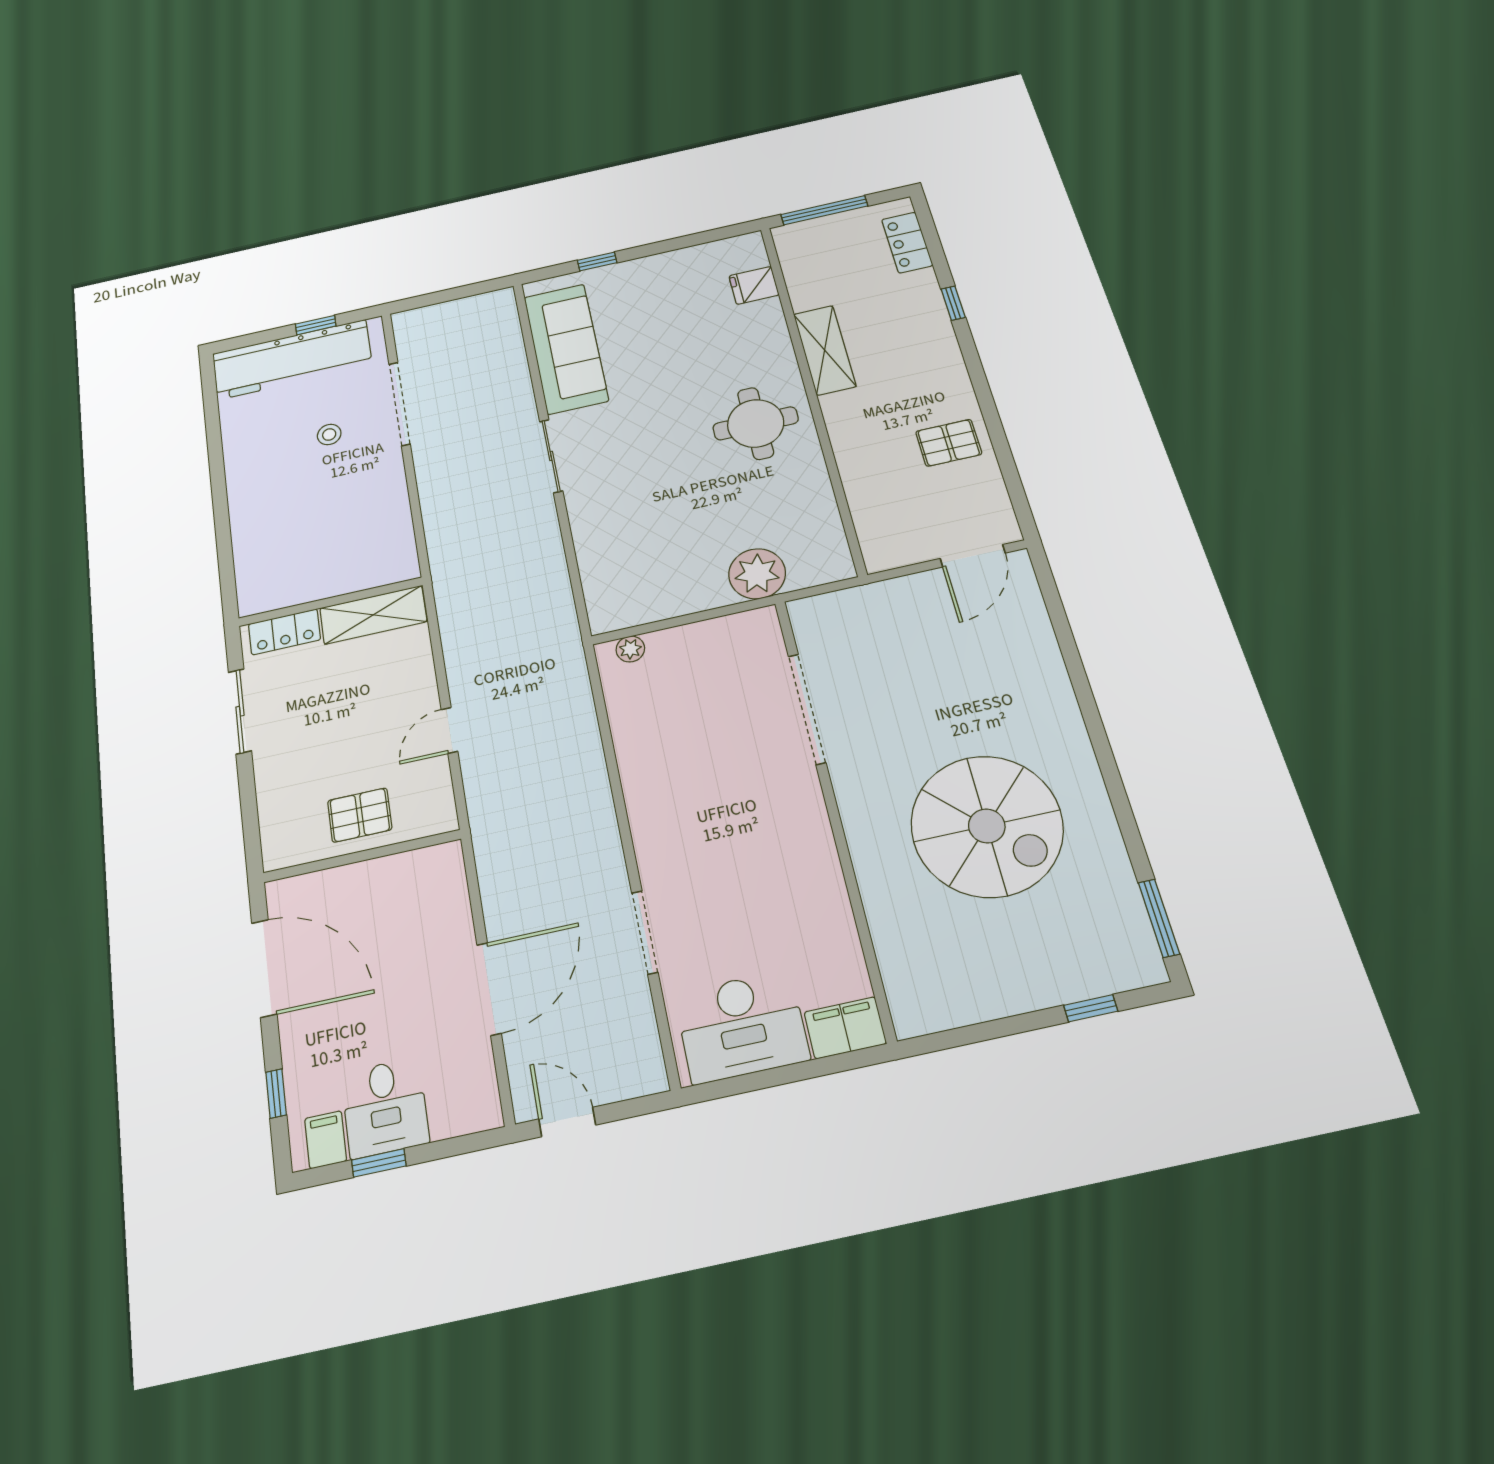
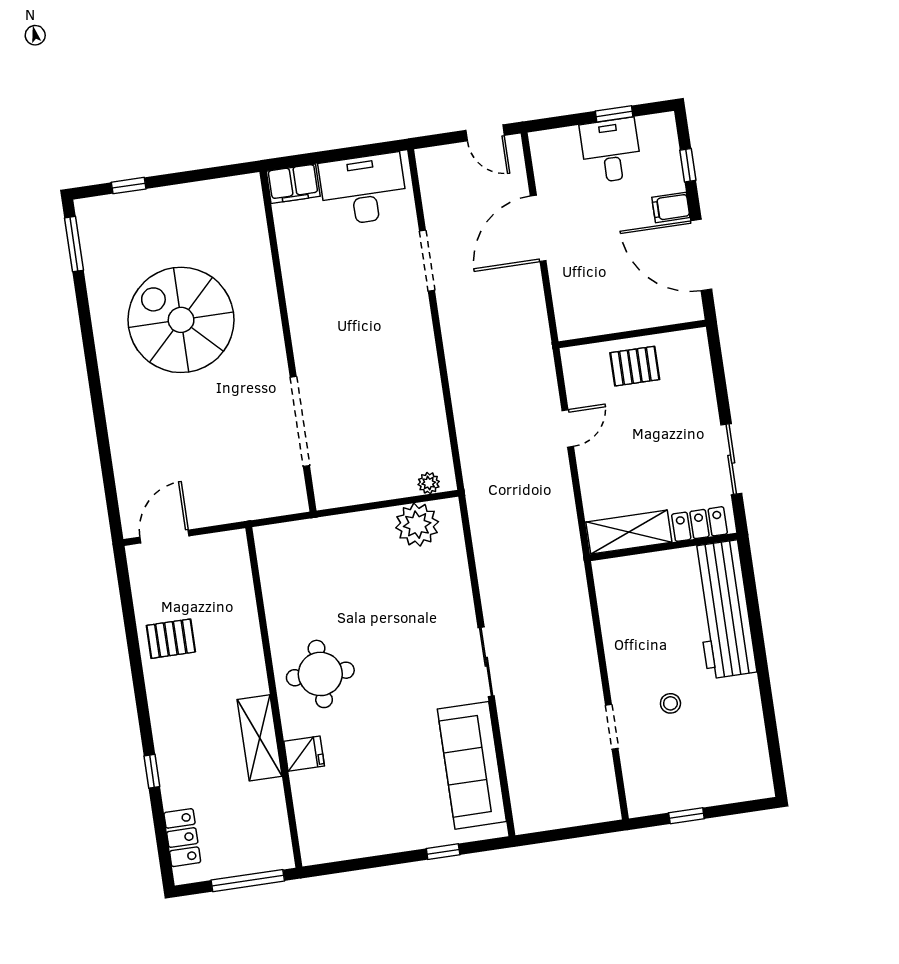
fridge: (754, 285) -> (304, 754), moved
workbench: (292, 360) -> (723, 609), moved, turned -90
doorway: (400, 404) -> (612, 727), width x0.53
plant: (757, 574) -> (417, 525), moved
filing cabinet: (326, 1140) -> (671, 207), moved, turned 90

